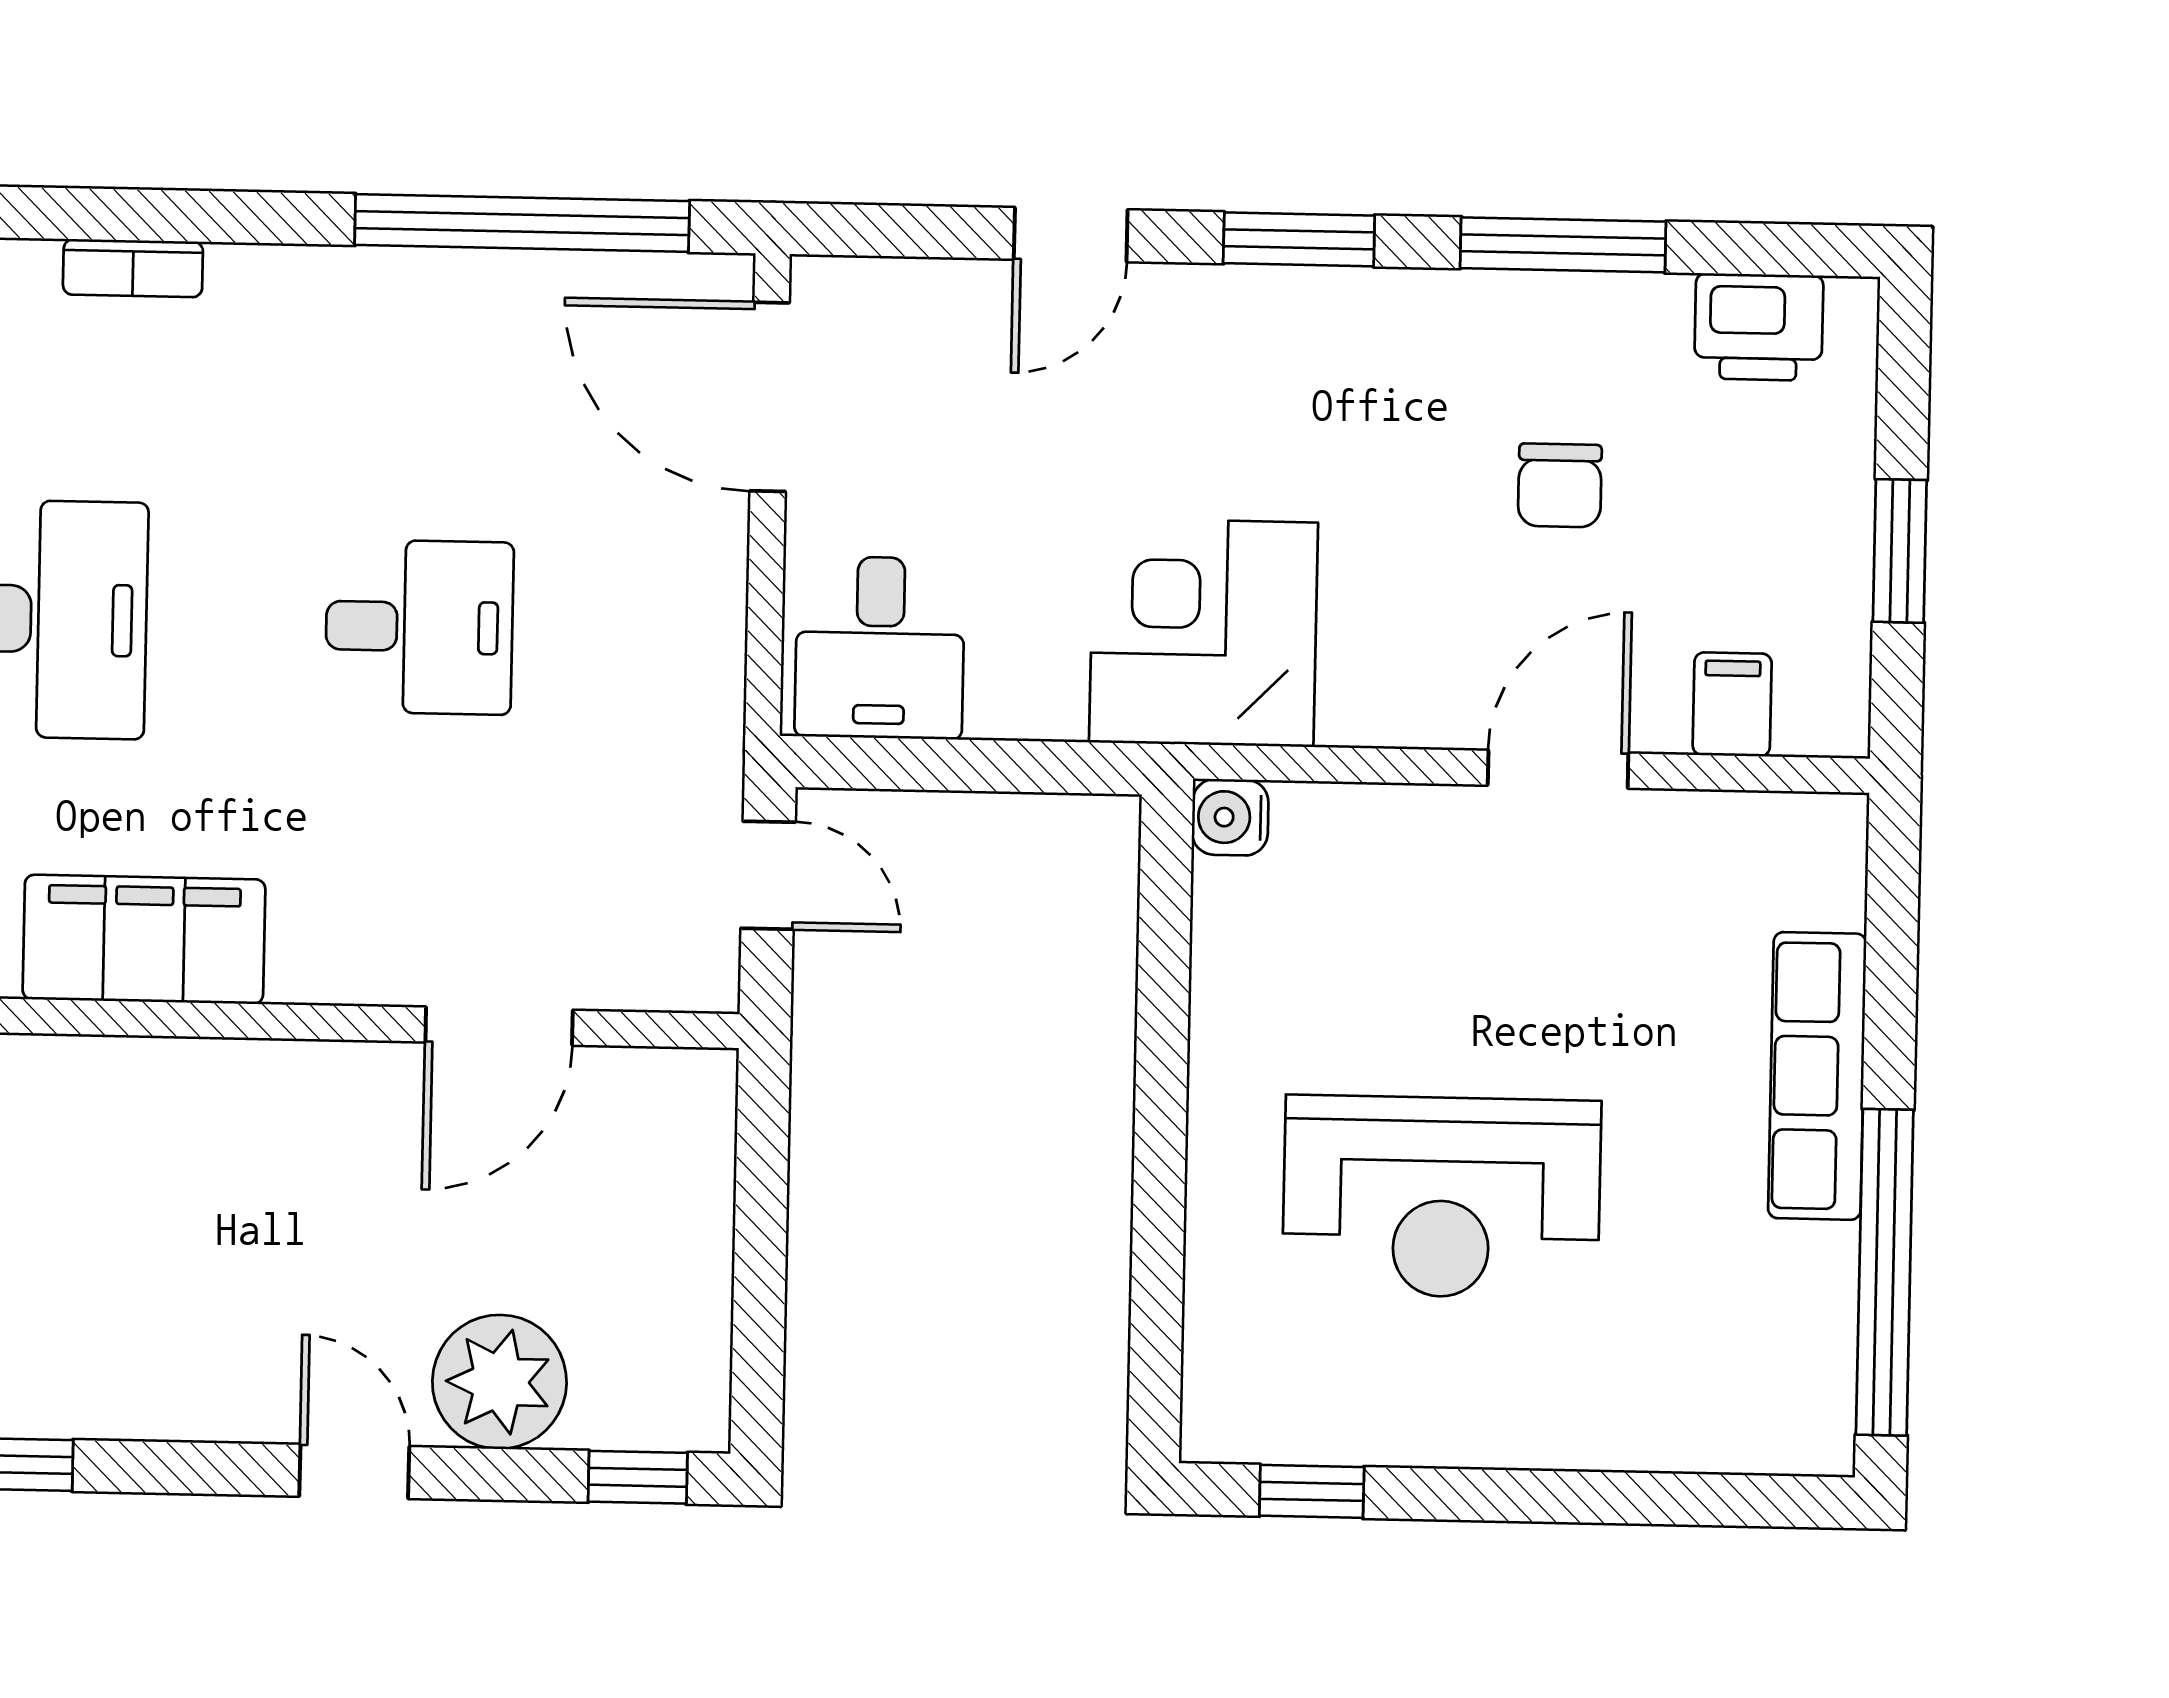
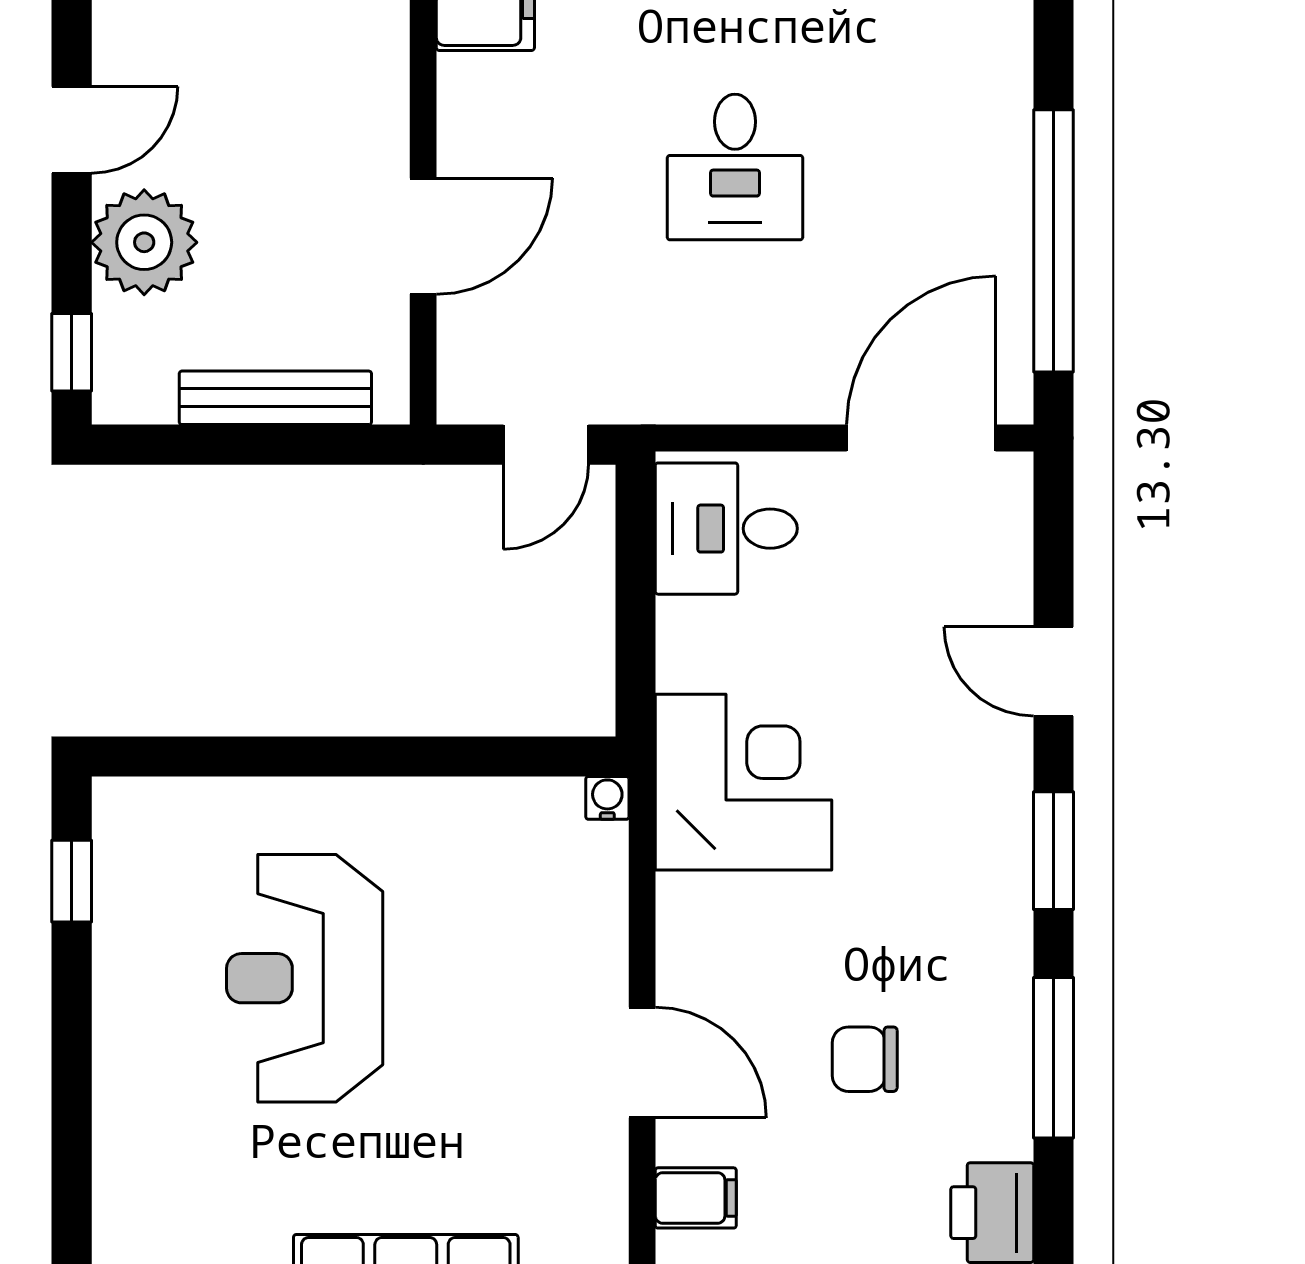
water cooler: (1230, 817) -> (607, 798), width x0.72, depth x0.72
door: (499, 1026) -> (423, 236), swing flipped
bench: (701, 1219) -> (275, 398), added

